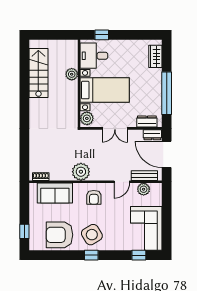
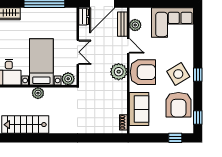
plant: (72, 74) -> (38, 93), moved
dresser: (147, 122) -> (71, 22), removed
plant: (81, 172) -> (119, 72), moved
armchair: (94, 197) -> (143, 72), width x1.88, depth x1.88
window: (139, 255) -> (198, 118), moved

